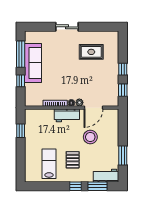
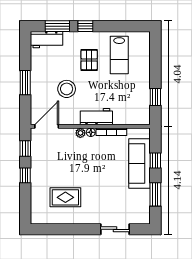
sliding door: (67, 27) -> (115, 229), moved
window: (21, 54) -> (155, 194), width x0.69
sofa: (33, 63) -> (139, 163), moved
door: (93, 108) -> (47, 126), moved
window: (123, 156) -> (25, 83), moved

